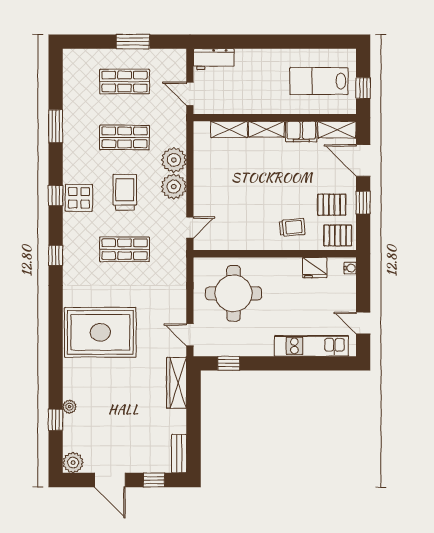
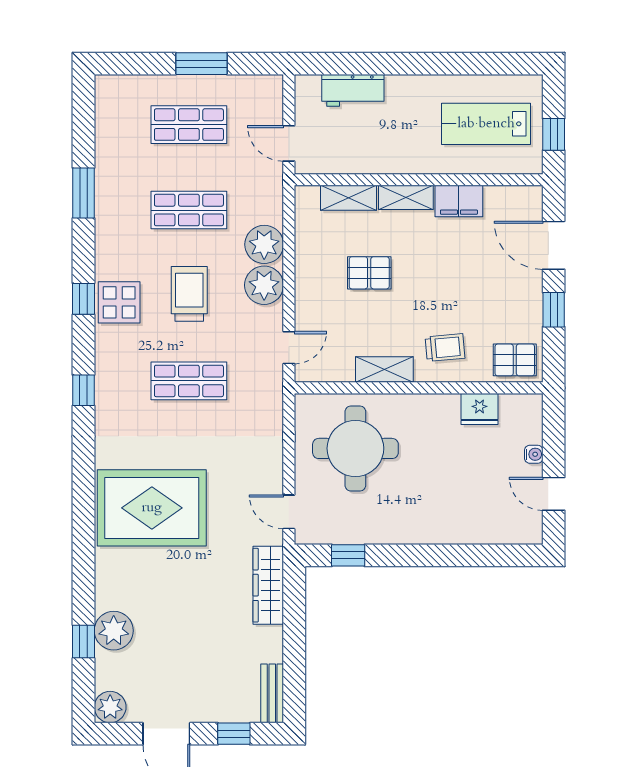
workbench: (214, 59) -> (353, 90), moved
shelving: (337, 130) -> (384, 370), moved
pallet: (332, 205) -> (369, 273), moved
water cooler: (350, 268) -> (534, 454), moved
kitchen unit: (311, 346) -> (475, 529), removed
plant: (69, 407) -> (114, 631), width x1.87, depth x1.87

